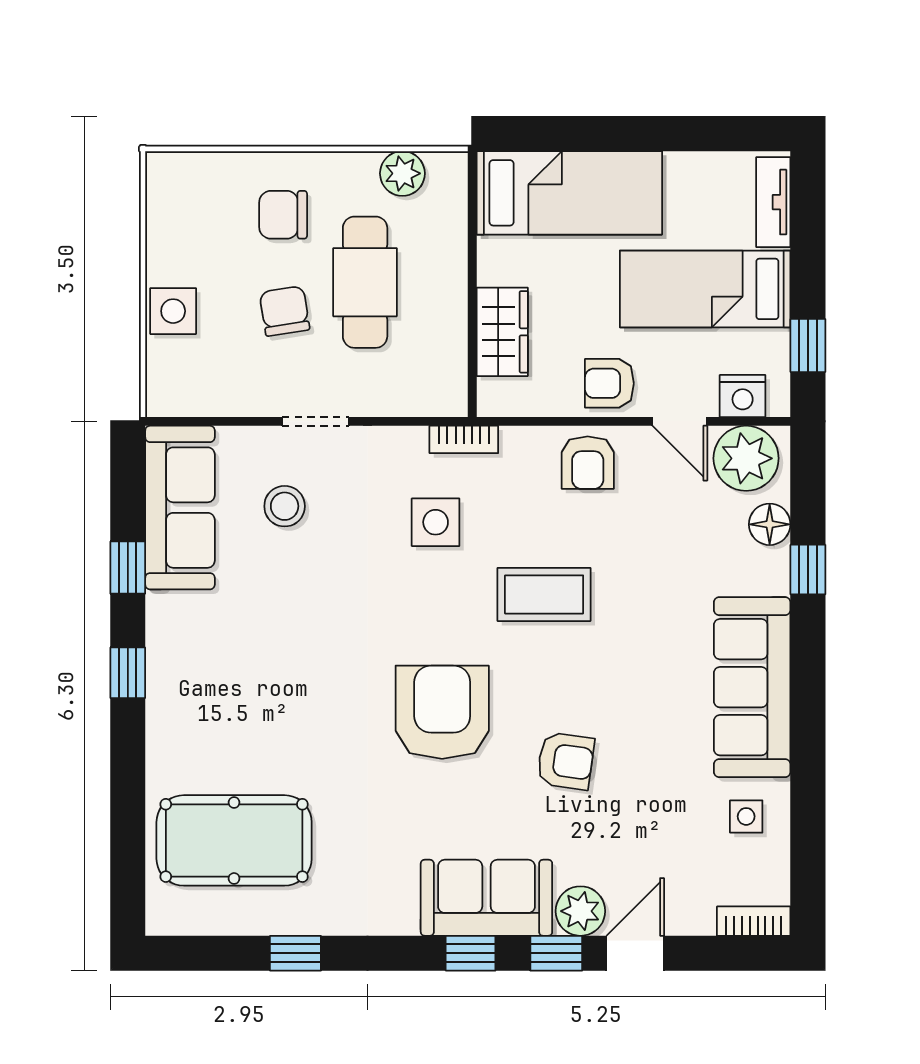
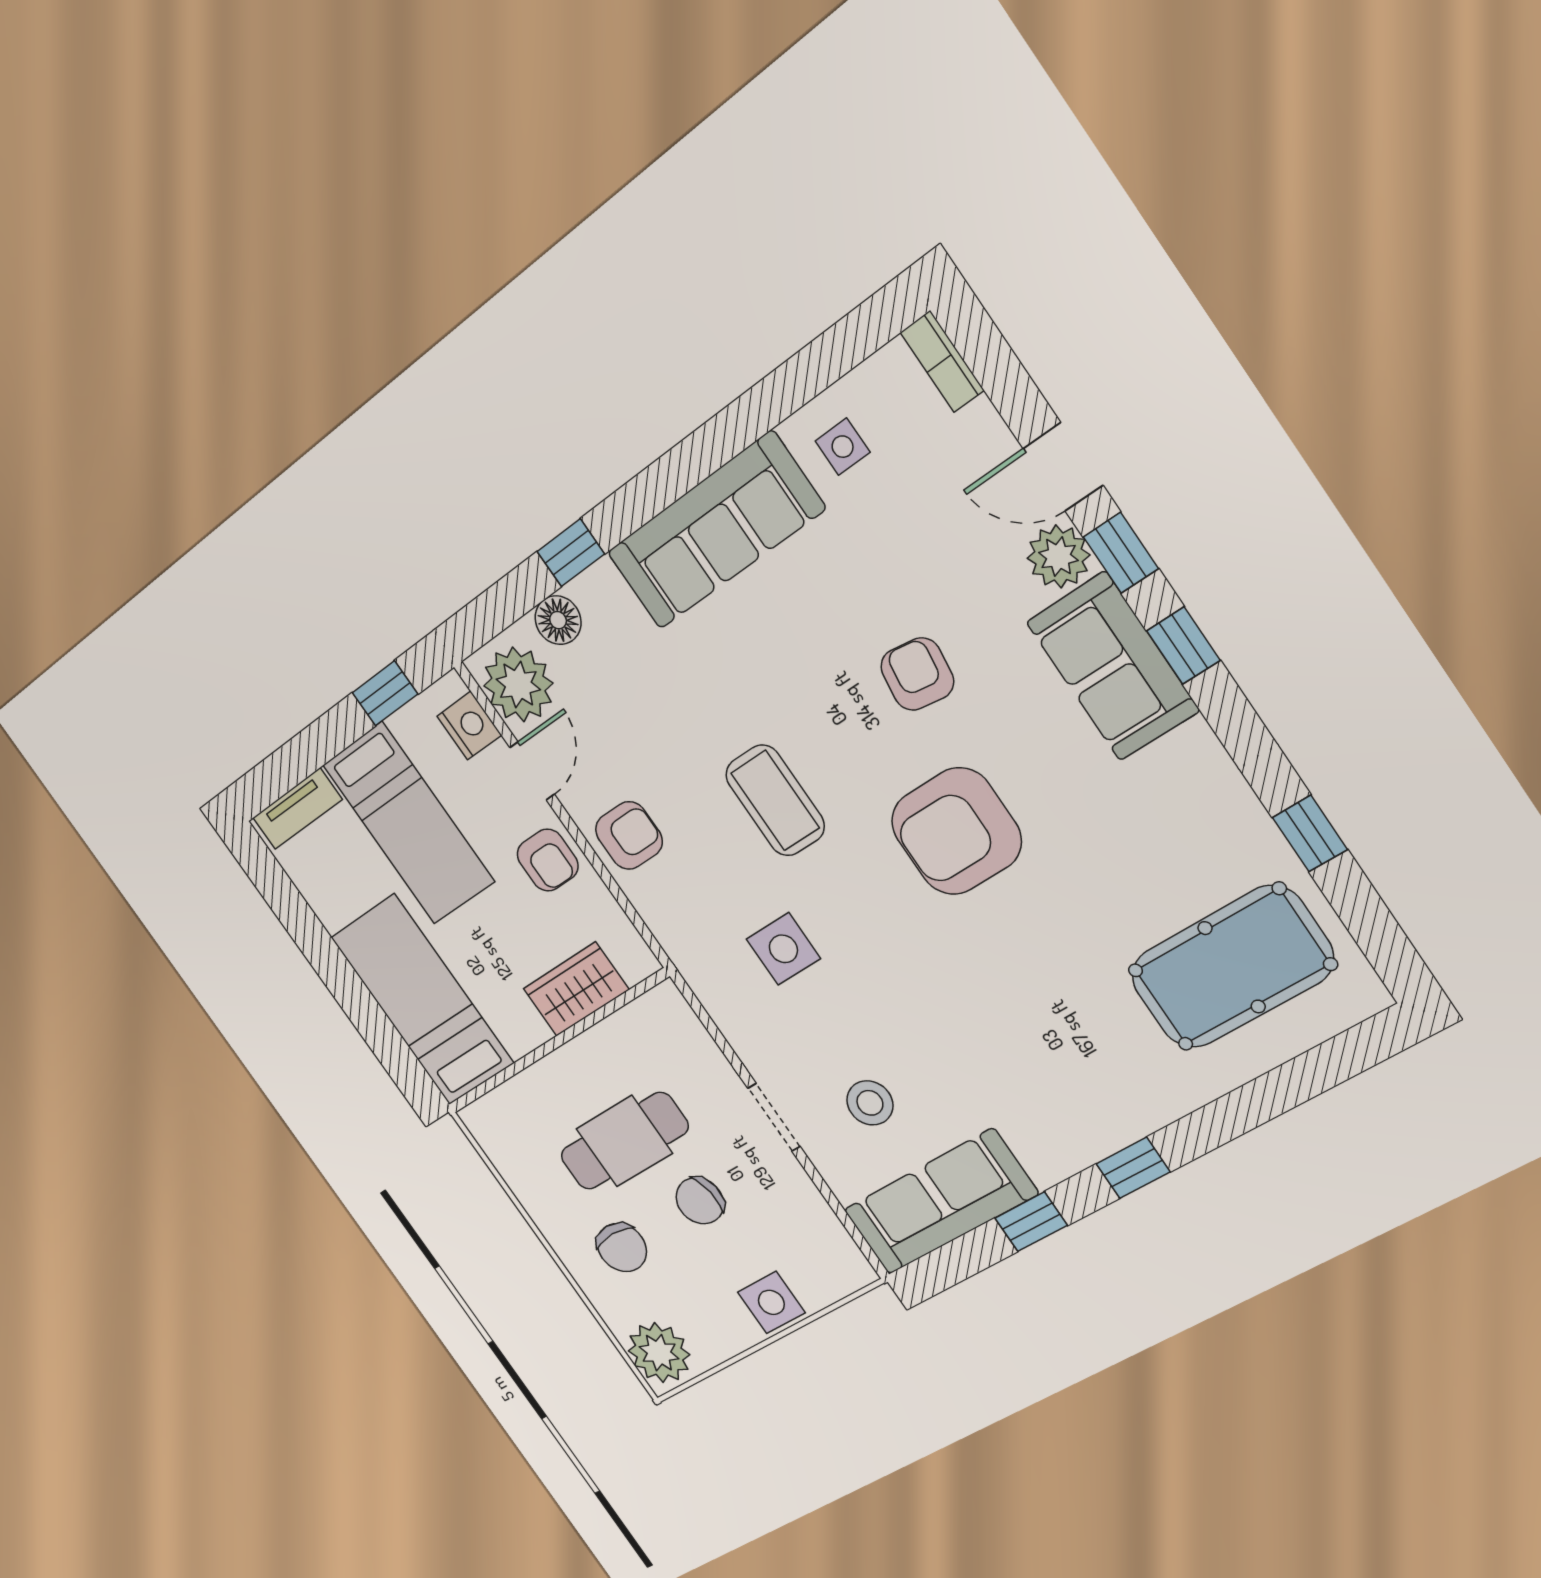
plant: (402, 173) -> (659, 1353), moved, width x1.36, depth x1.36
bookcase: (464, 439) -> (692, 967), removed
pool table: (234, 840) -> (1232, 967), turned 90

